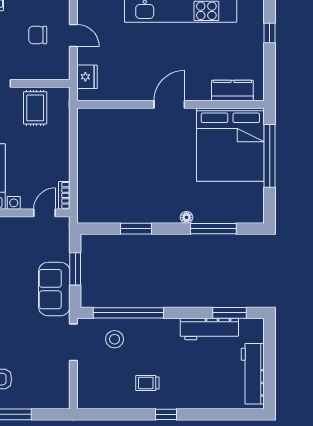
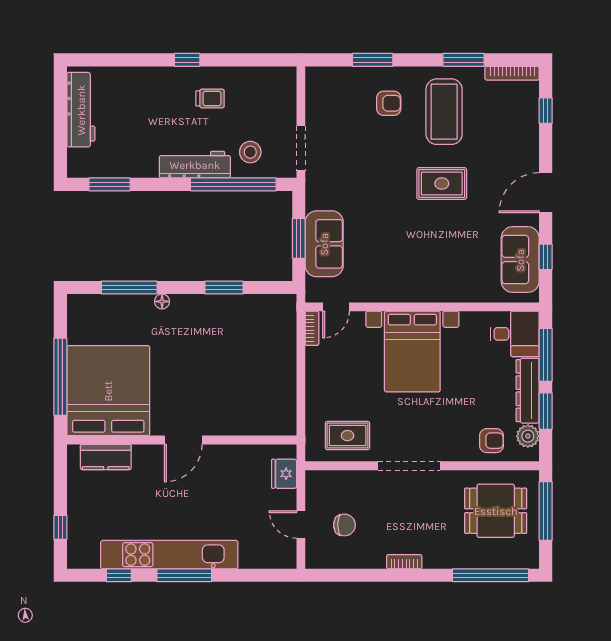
rug: (35, 108) -> (348, 436), turned 90
sofa: (54, 289) -> (324, 244), moved
workbench: (209, 329) -> (195, 165), moved

